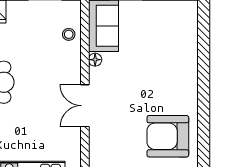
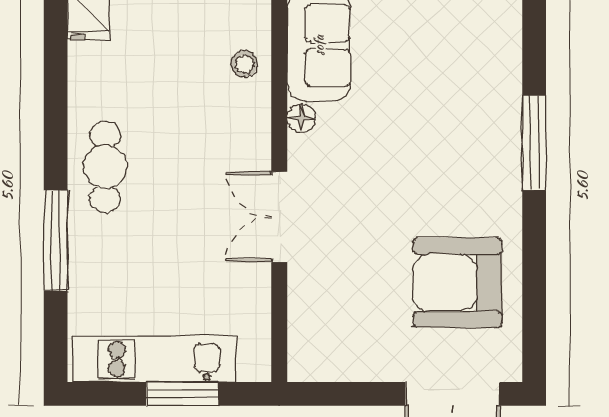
window: (204, 71) -> (534, 143), added

